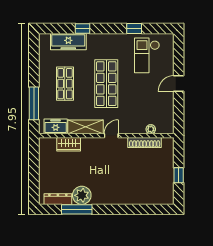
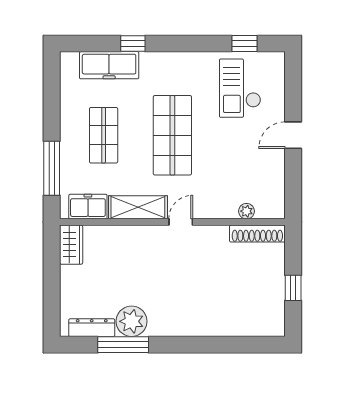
window: (134, 29) -> (245, 44), moved
shoe rack: (145, 143) -> (257, 234), moved
wardrobe: (69, 144) -> (71, 245), moved, turned -90

